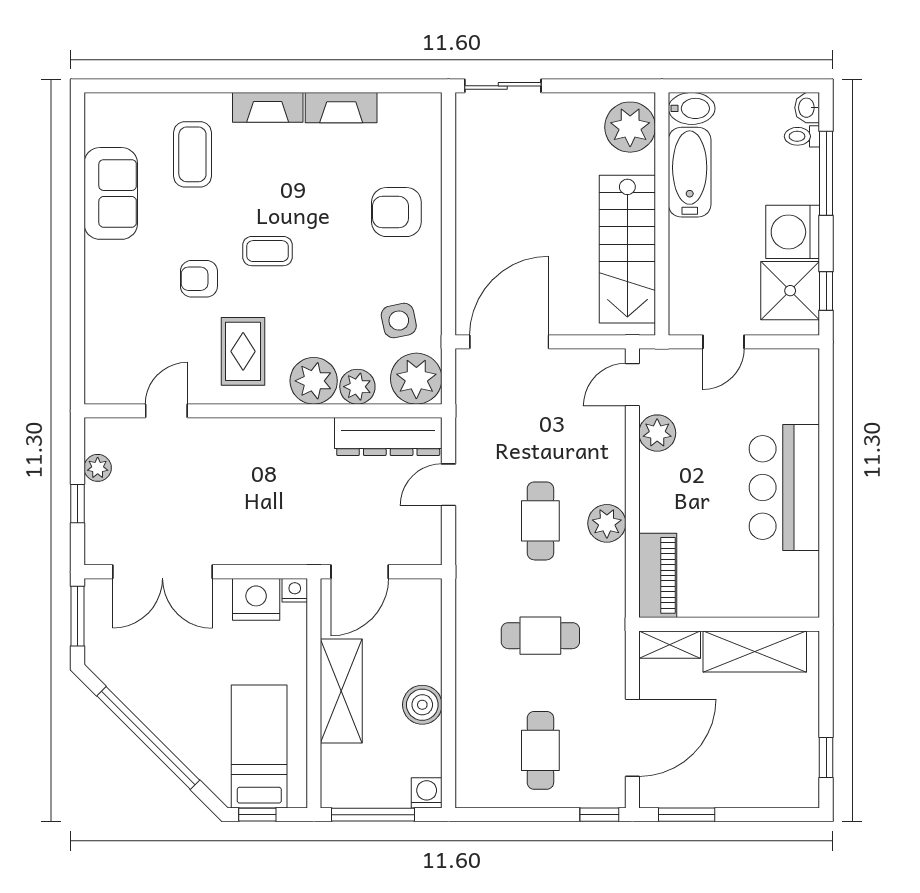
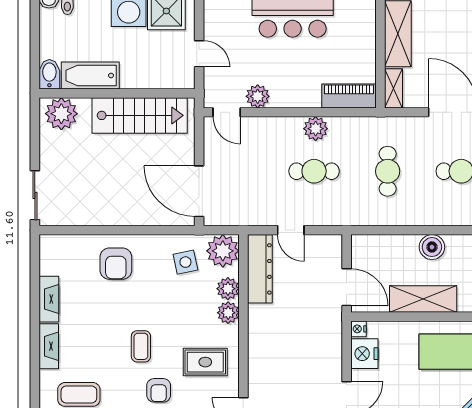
plant: (314, 381) -> (228, 313), width x0.73, depth x0.73

